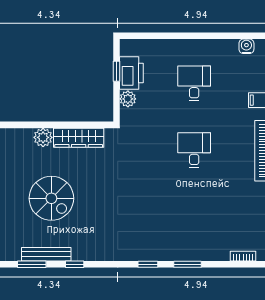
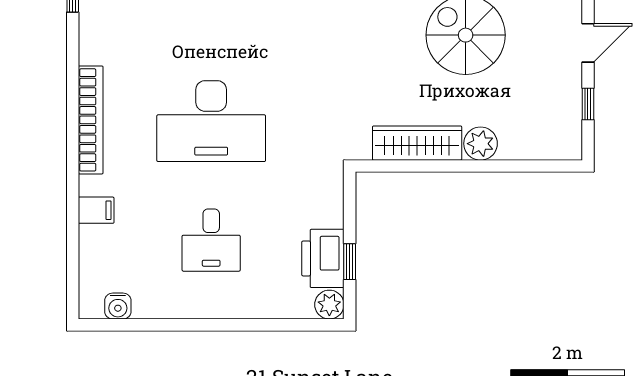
plant: (128, 99) -> (329, 305), moved
desk: (194, 150) -> (211, 121), width x1.87, depth x1.30

